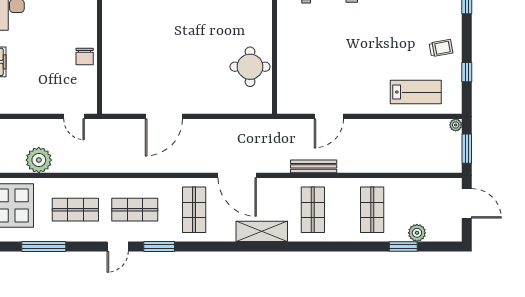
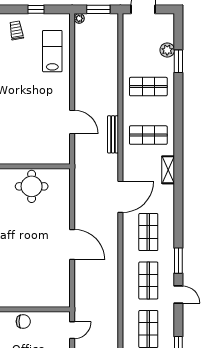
door: (164, 116) -> (72, 244), moved
shop shelf: (194, 210) -> (148, 232), turned 90
shelving: (262, 231) -> (168, 170), width x0.67, depth x0.75

